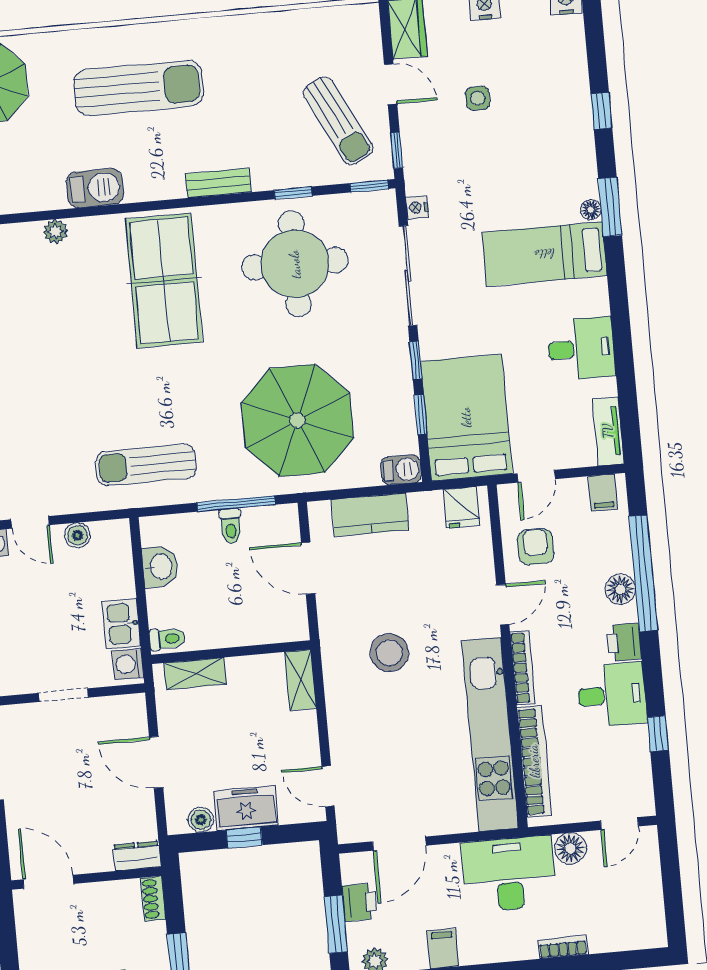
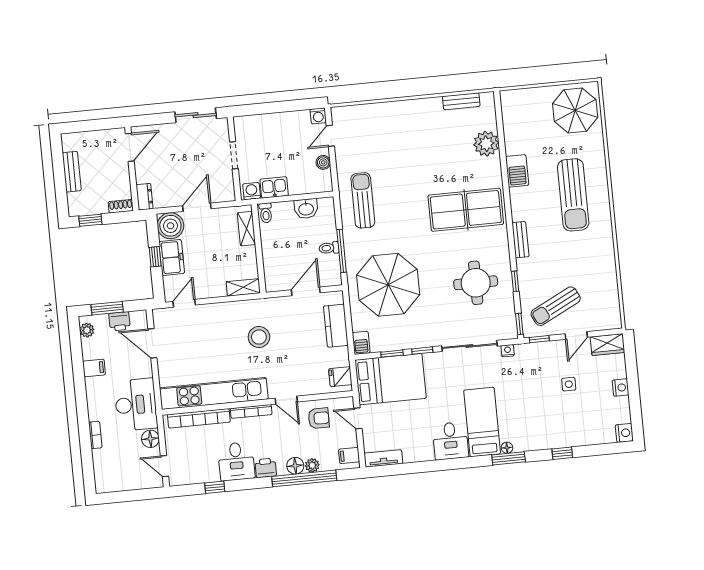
plant: (56, 231) -> (486, 144), width x1.88, depth x1.88
round table: (295, 264) -> (476, 283), width x0.73, depth x0.73
desk: (581, 349) -> (450, 441), moved
plant: (620, 559) -> (312, 465), added
boiler: (201, 820) -> (170, 226), width x1.86, depth x1.86

